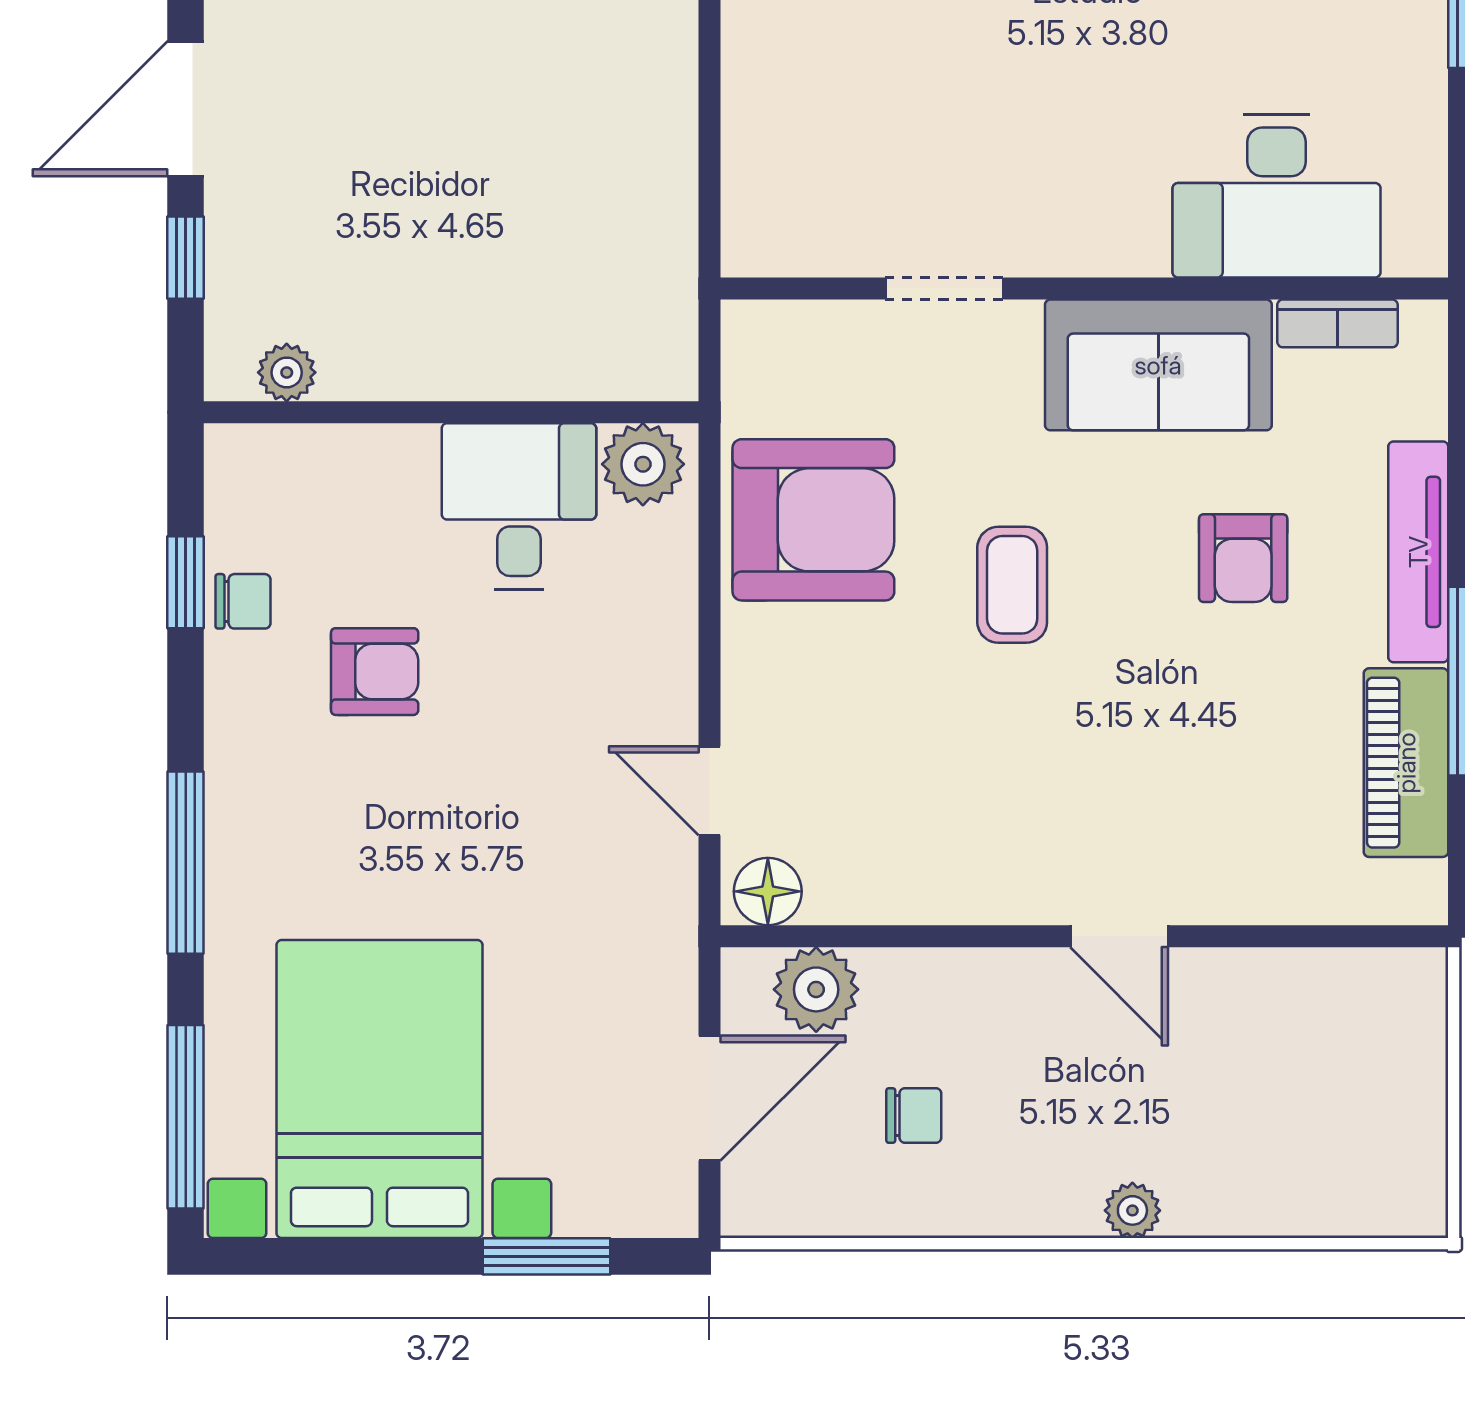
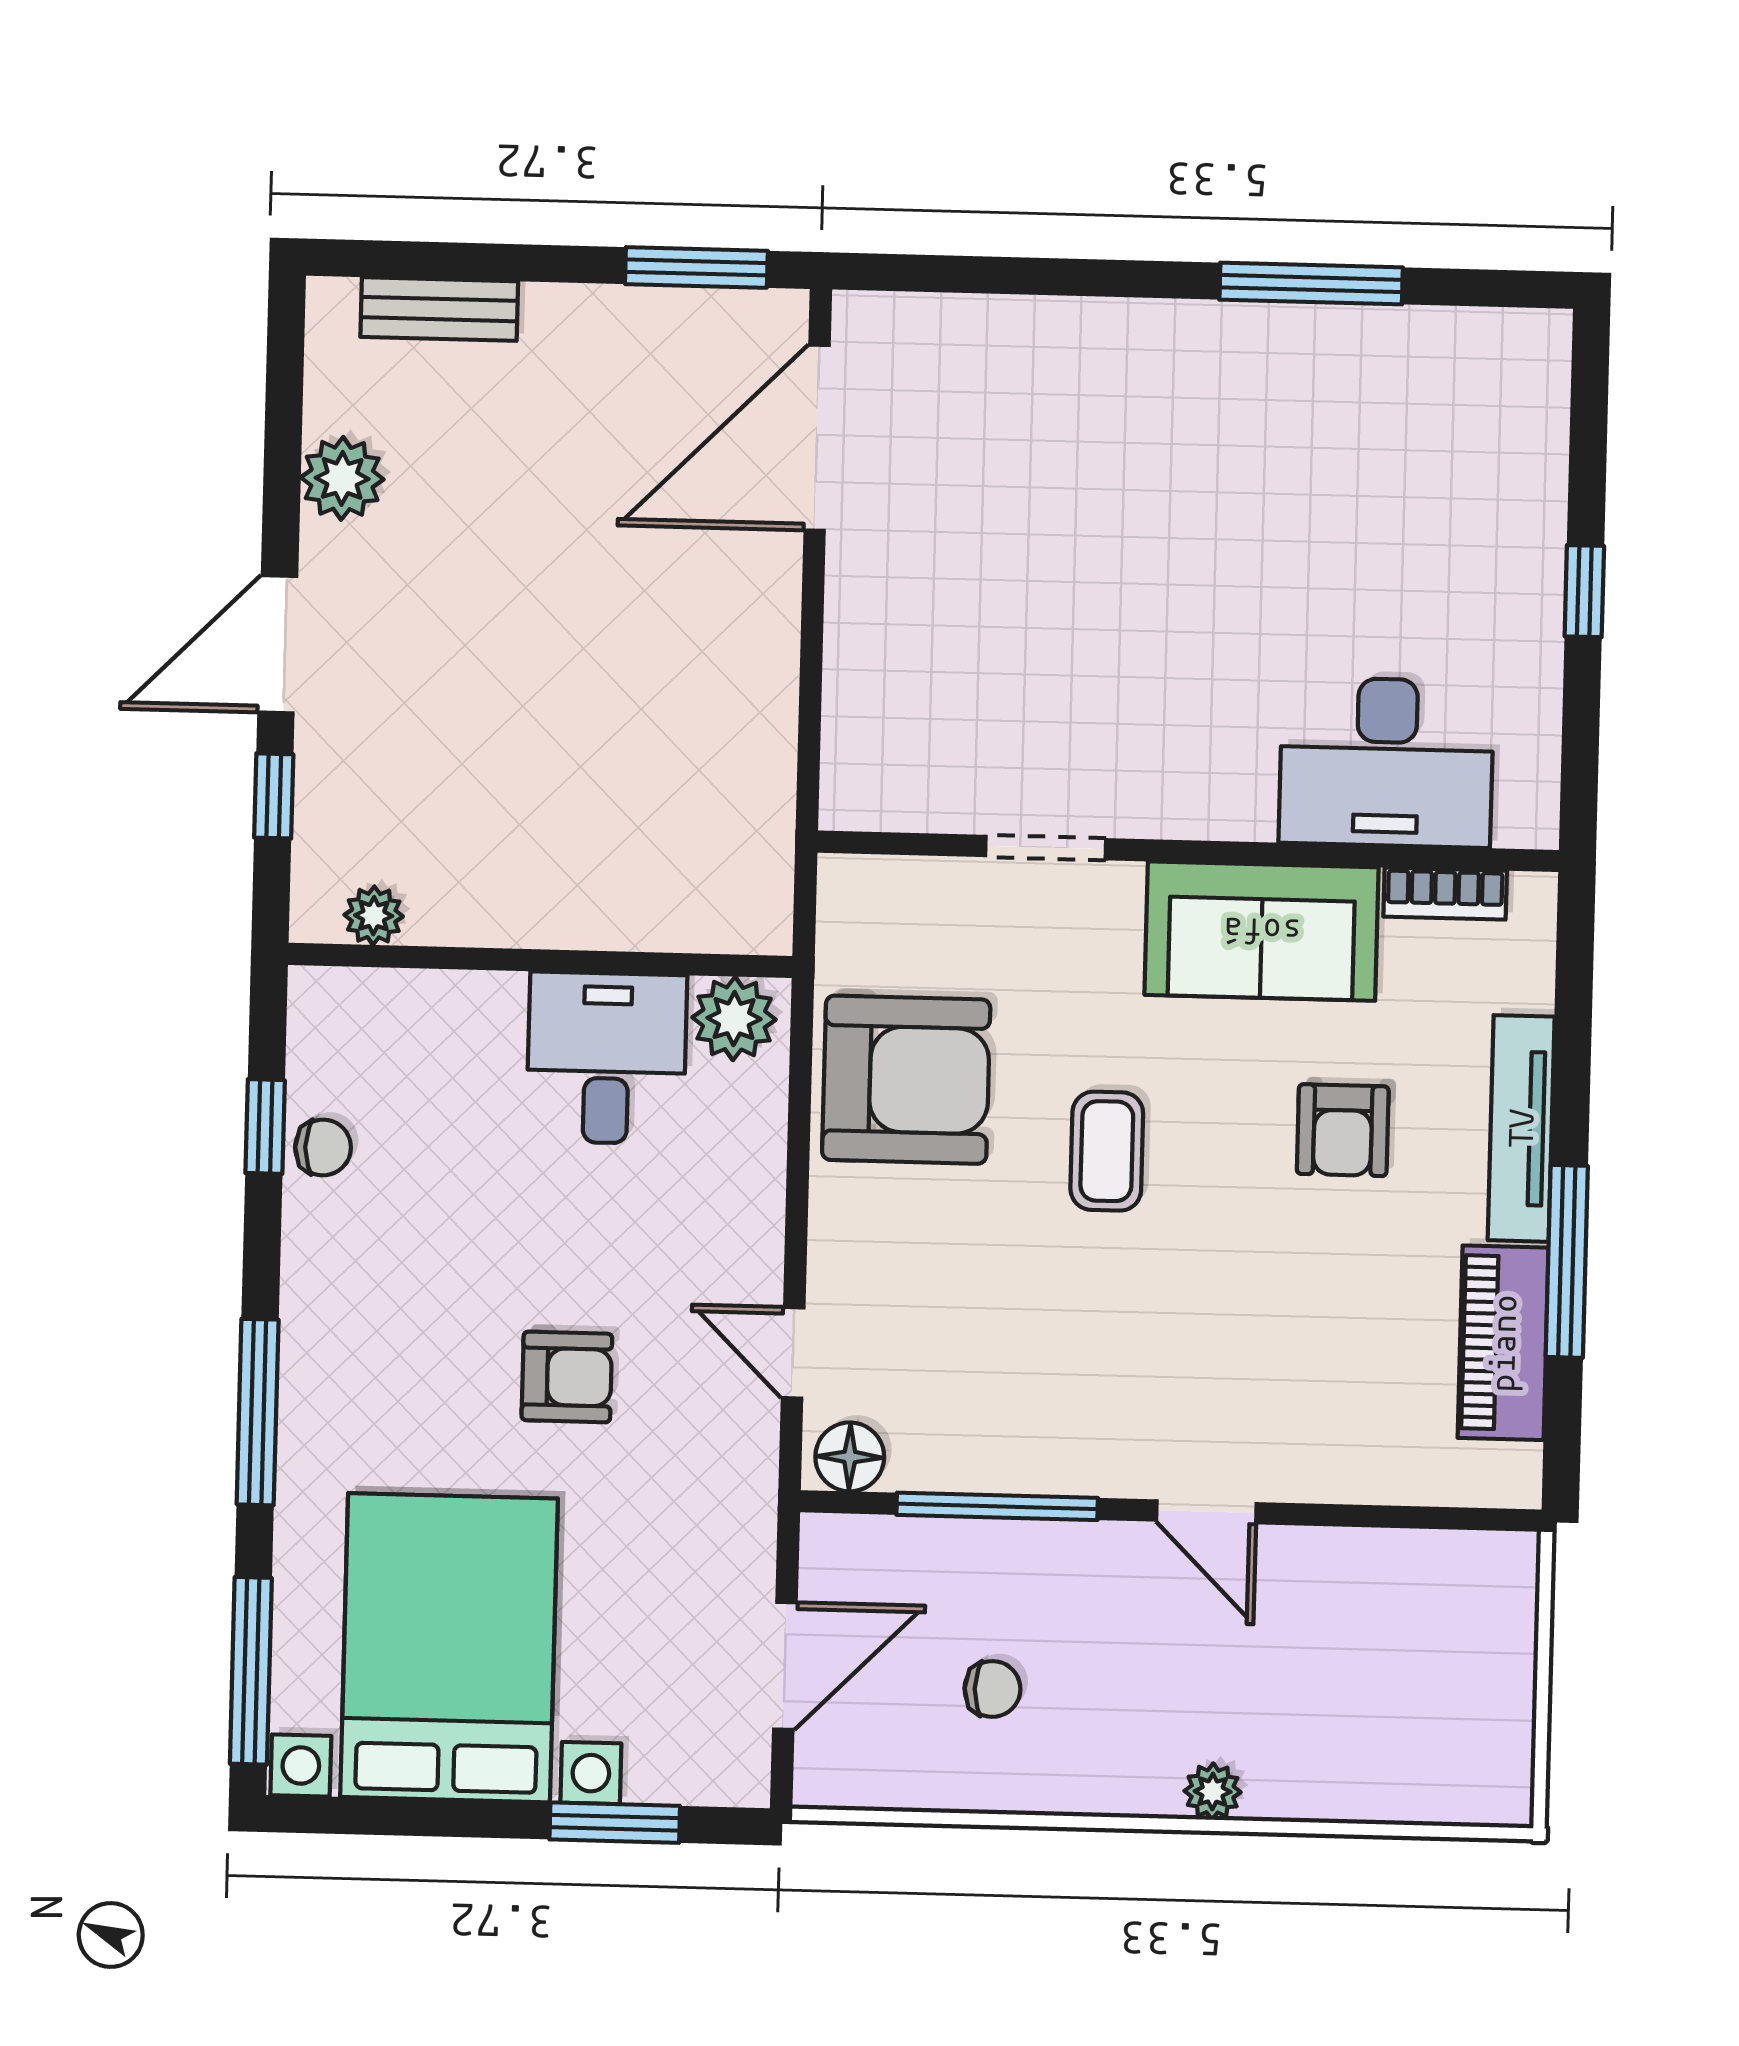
armchair: (375, 672) -> (567, 1377), moved
window: (914, 936) -> (997, 1506), added
plant: (816, 989) -> (896, 1558), removed

